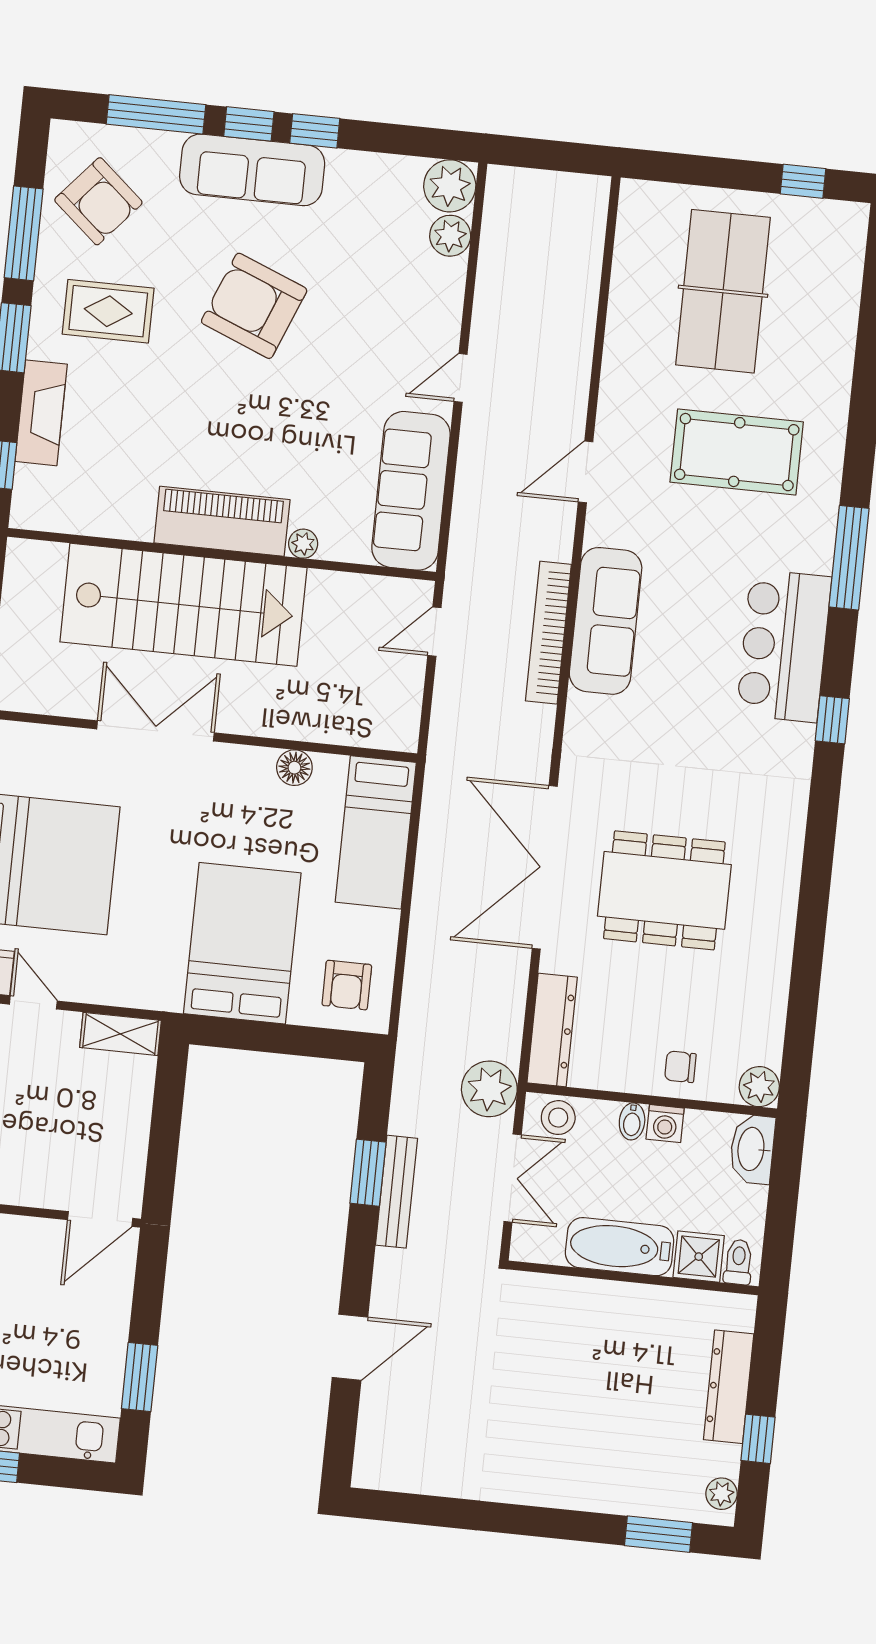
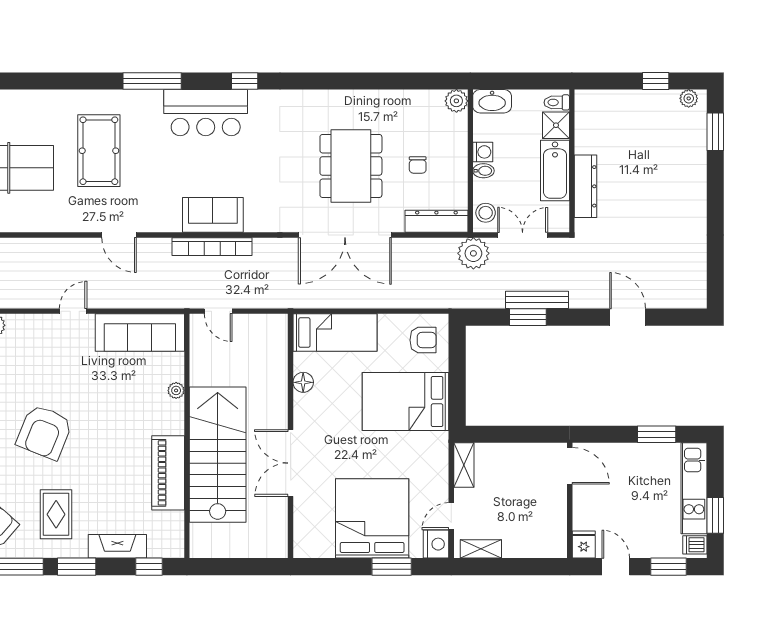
door: (461, 378) -> (73, 311), swing flipped
piano: (222, 521) -> (168, 473), moved
sofa: (606, 621) -> (213, 215), width x0.73
chair: (680, 1067) -> (418, 165), moved
dresser: (729, 1387) -> (586, 186), moved, turned -90

